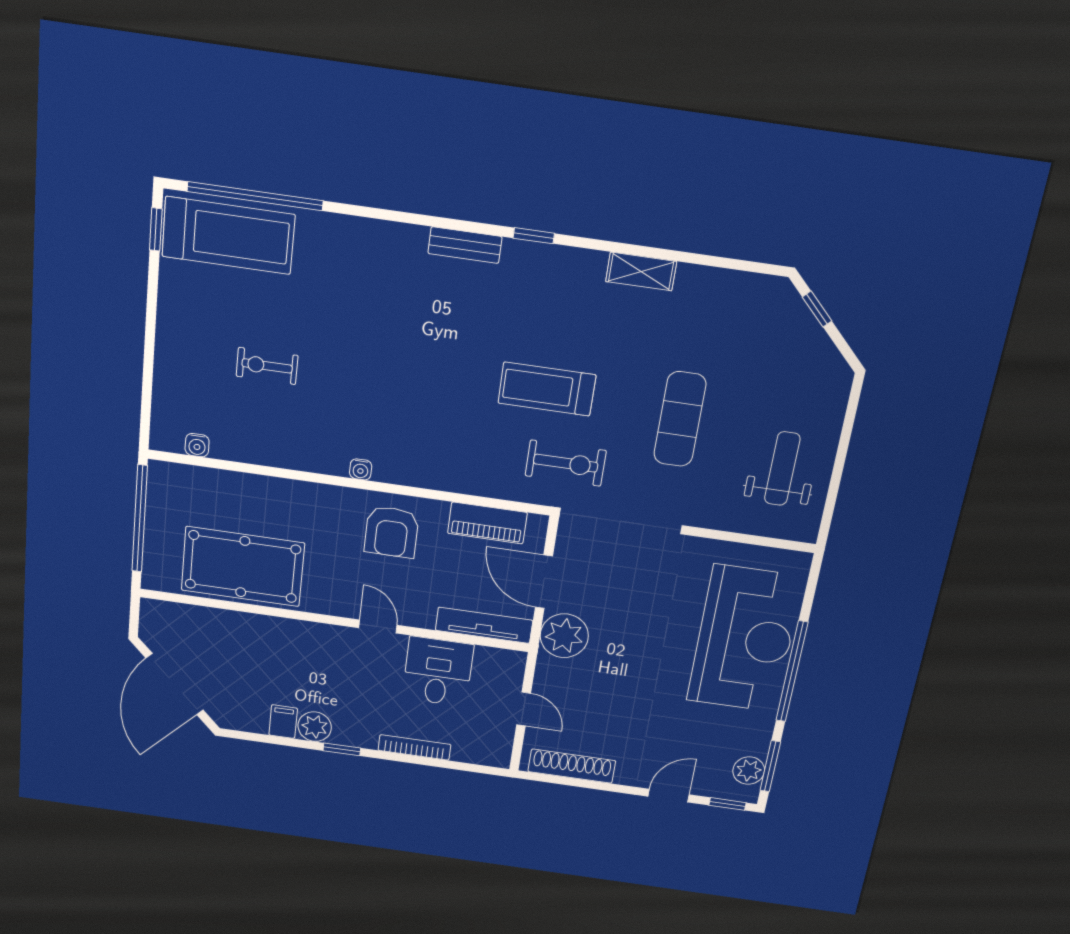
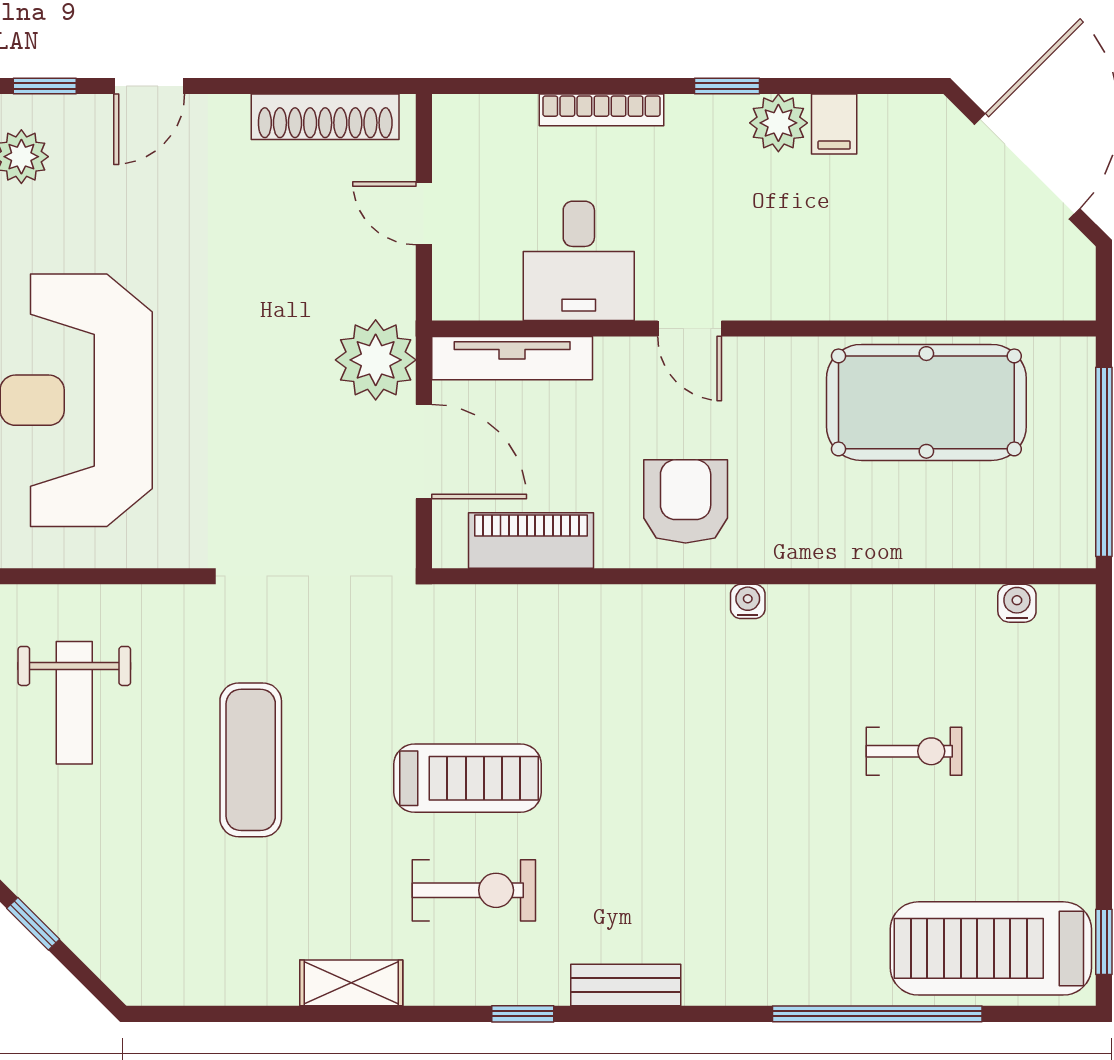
window: (255, 196) -> (877, 1014), moved
window: (817, 309) -> (33, 924), moved
exercise bike: (566, 463) -> (474, 890), moved, turned 180

